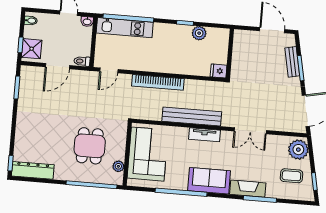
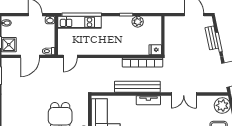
bookcase: (158, 82) -> (143, 63), moved

